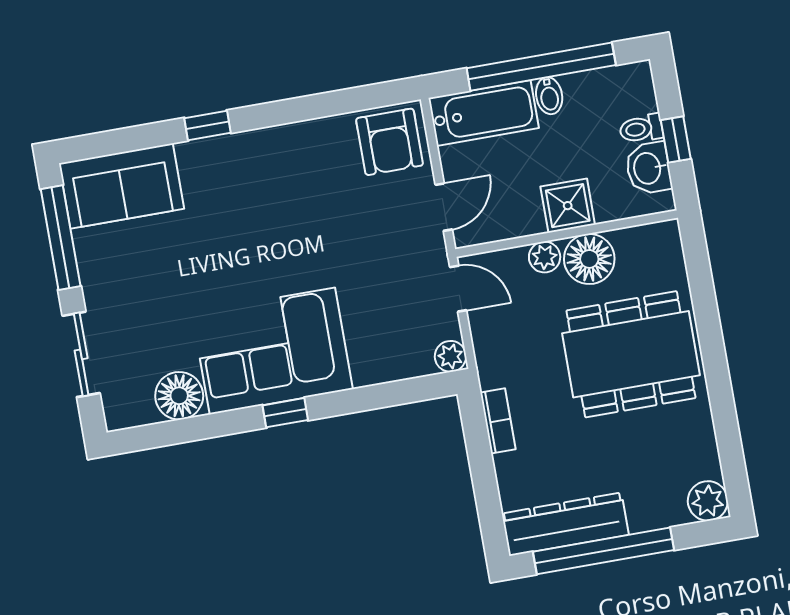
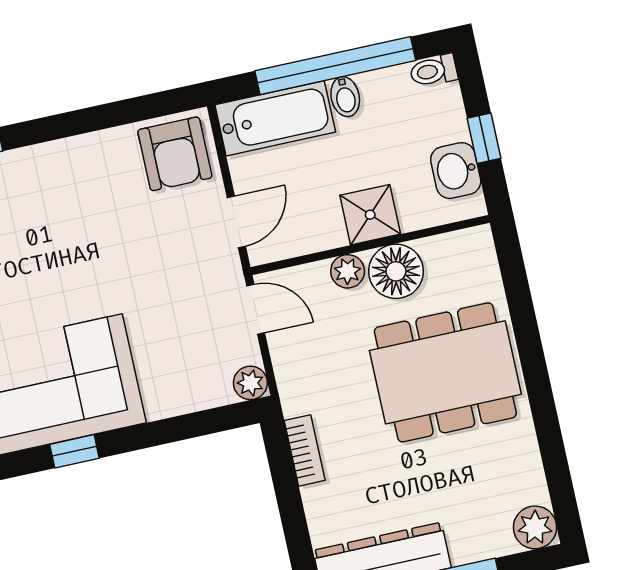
toilet: (641, 129) -> (434, 71), moved

